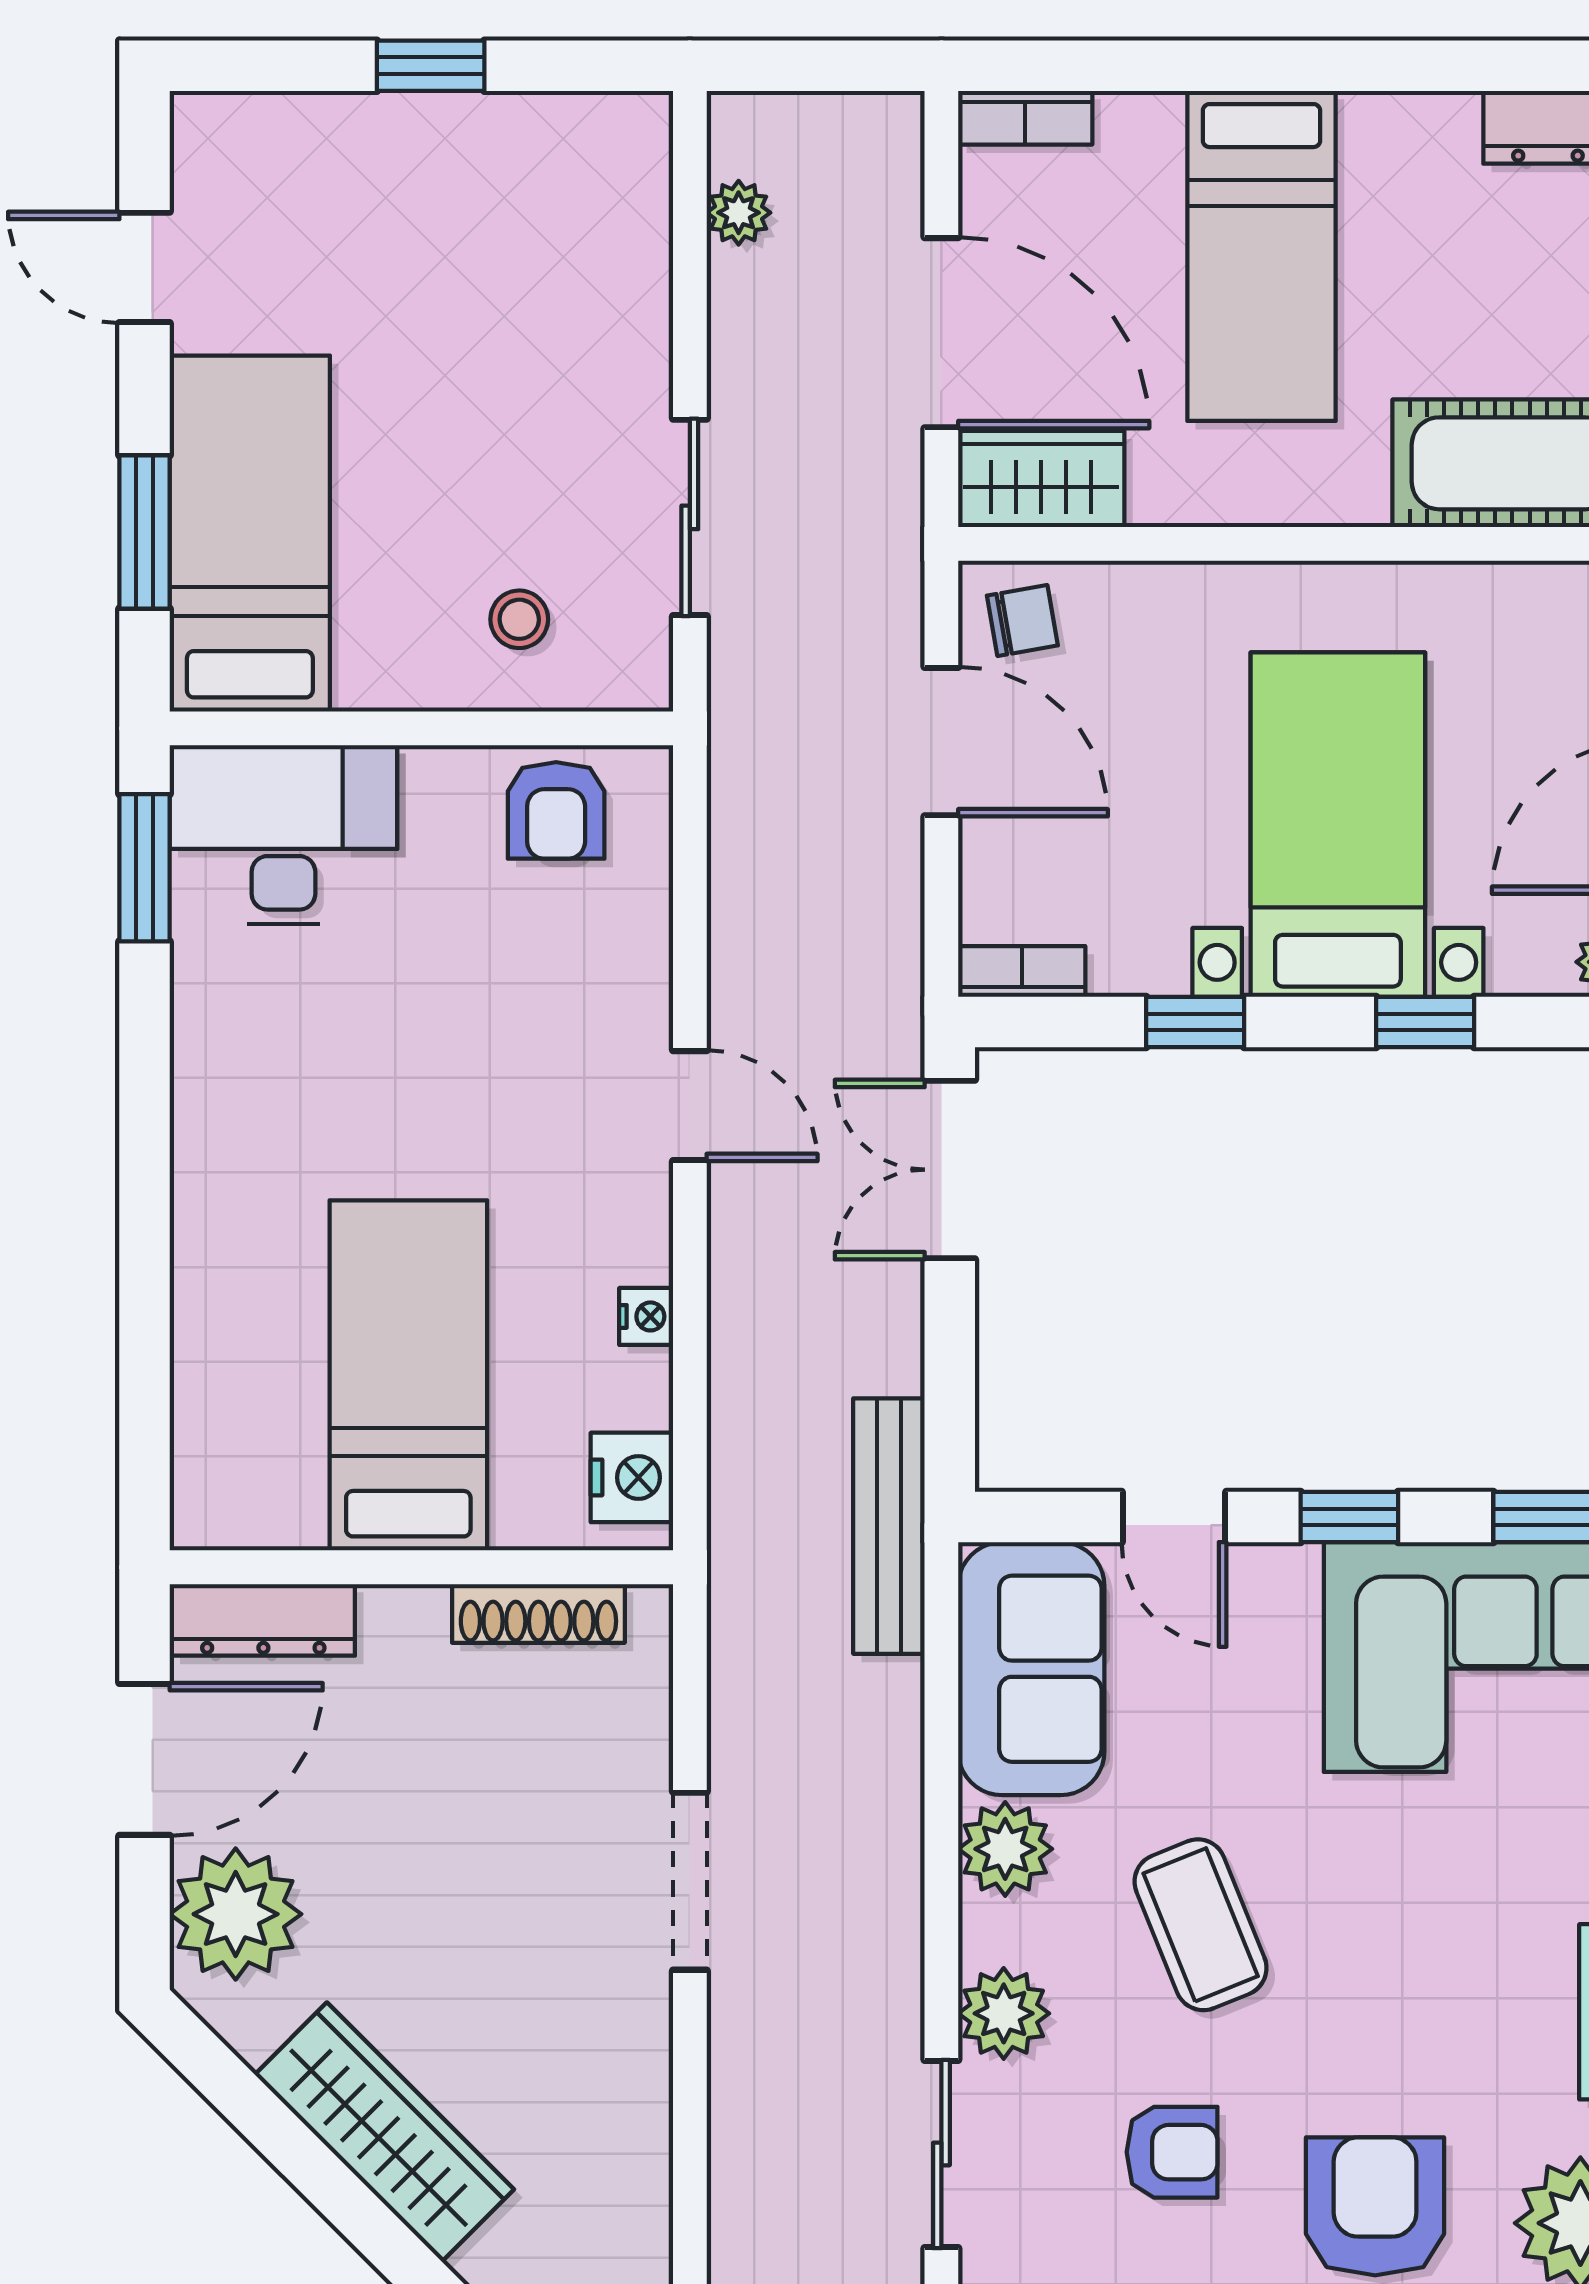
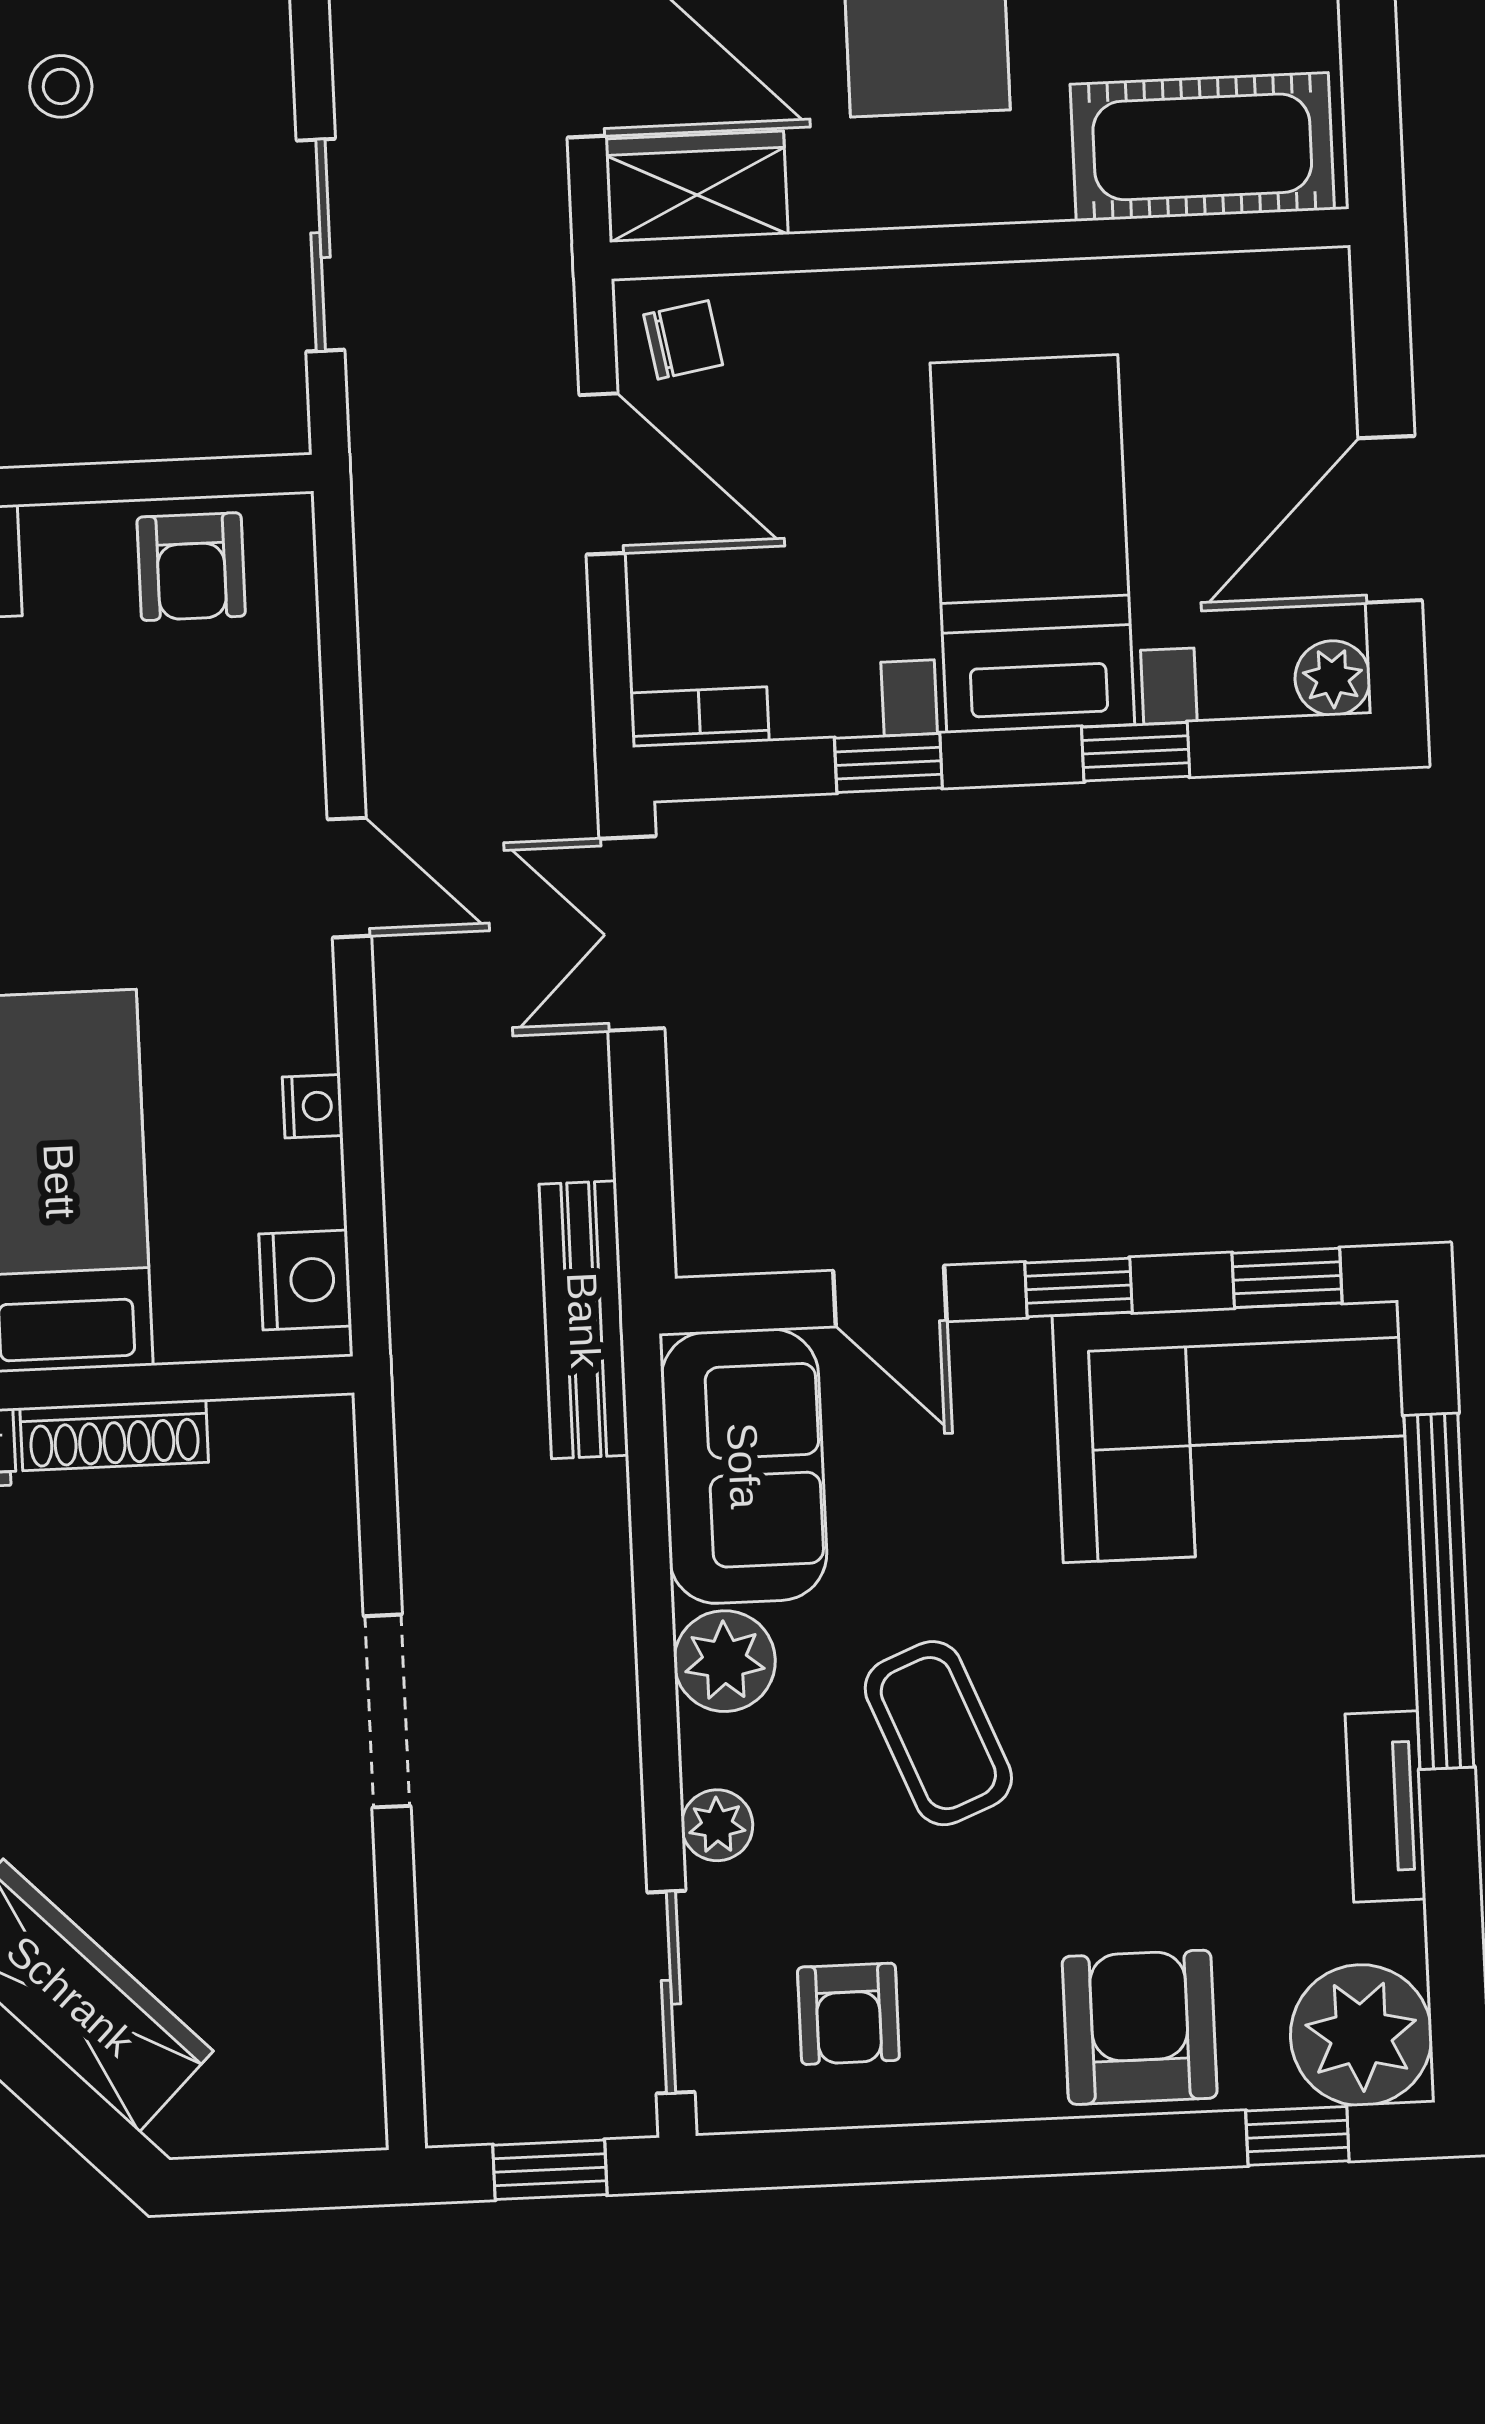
stool: (519, 619) -> (61, 86), moved
shoe rack: (538, 1613) -> (114, 1435), moved
plant: (1004, 2013) -> (717, 1825), width x0.73, depth x0.73
armchair: (1172, 2152) -> (848, 2014), moved, turned 90

